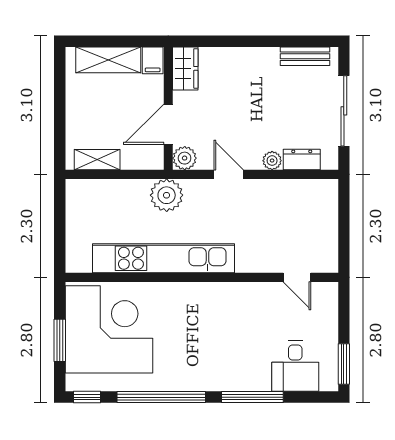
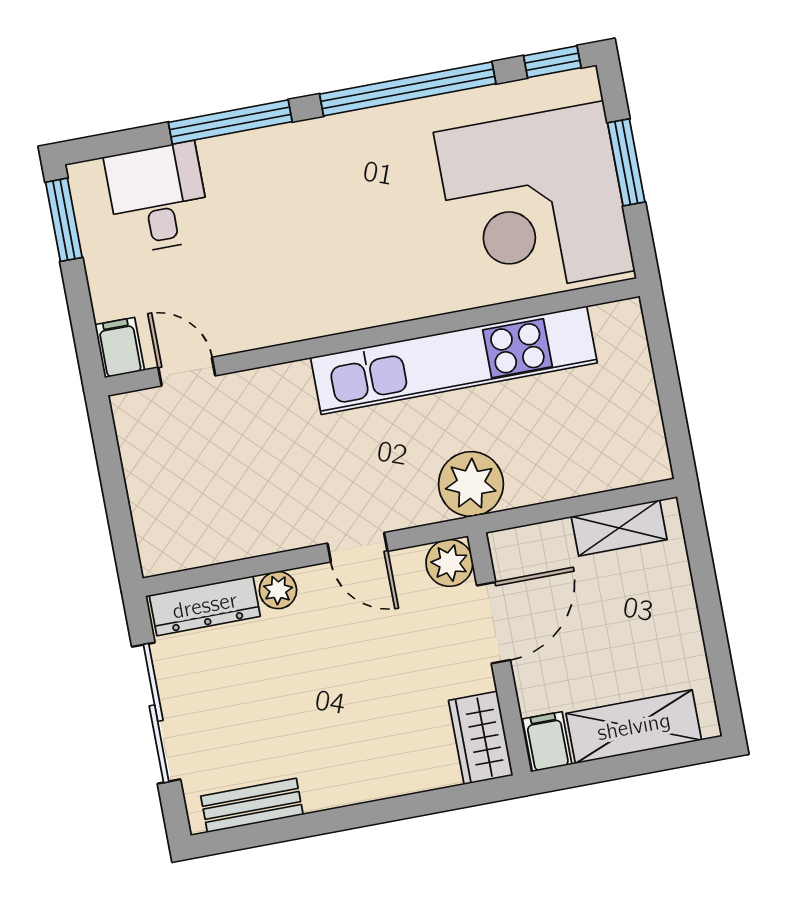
dresser: (302, 160) -> (205, 606), width x1.44
filing cabinet: (328, 295) -> (120, 348), added

